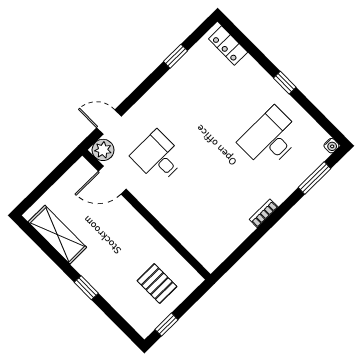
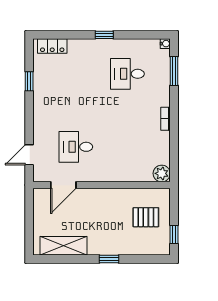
desk: (270, 138) -> (127, 74), width x0.73
plant: (103, 150) -> (162, 173), moved

